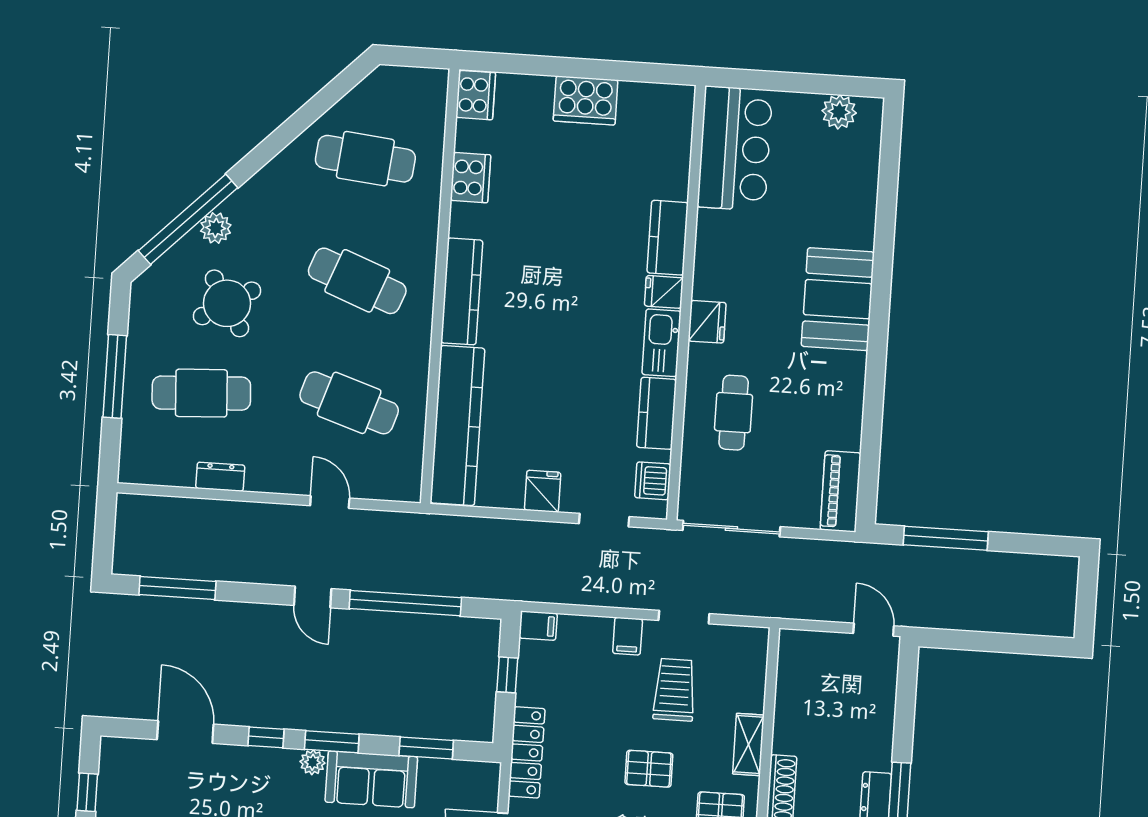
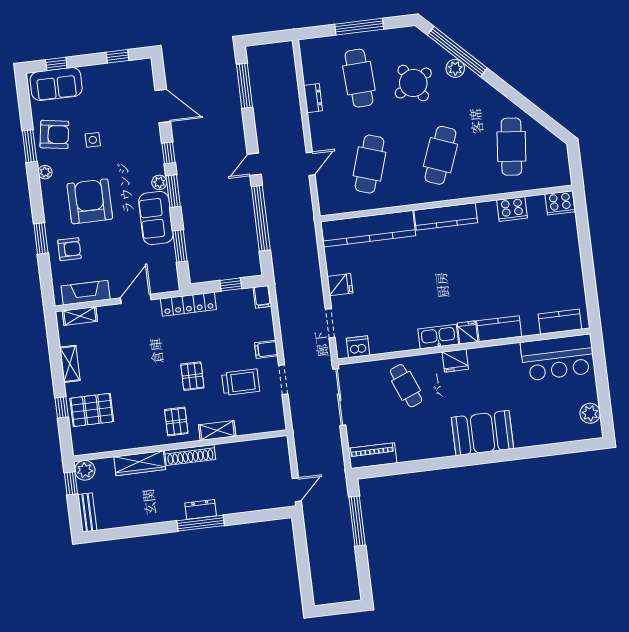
cooker: (586, 100) -> (569, 267), removed
kitchen counter: (657, 413) -> (560, 322), moved
cafe table: (734, 413) -> (406, 386), turned 68
door: (185, 732) -> (163, 106), hinge flipped

